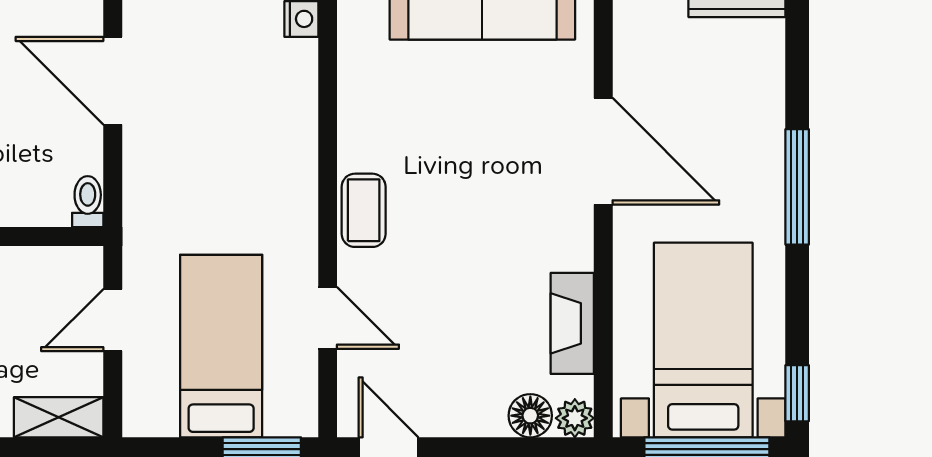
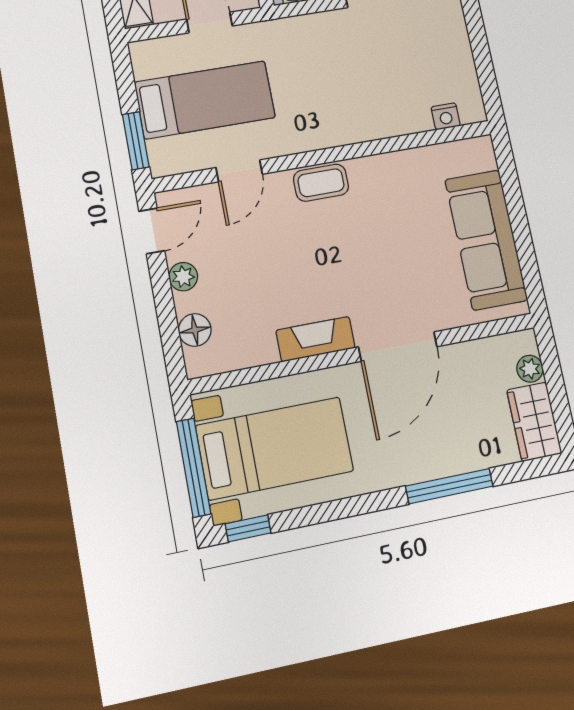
window: (797, 187) -> (449, 486), moved
fireplace: (572, 323) -> (316, 339), moved
plant: (575, 418) -> (183, 277), moved

